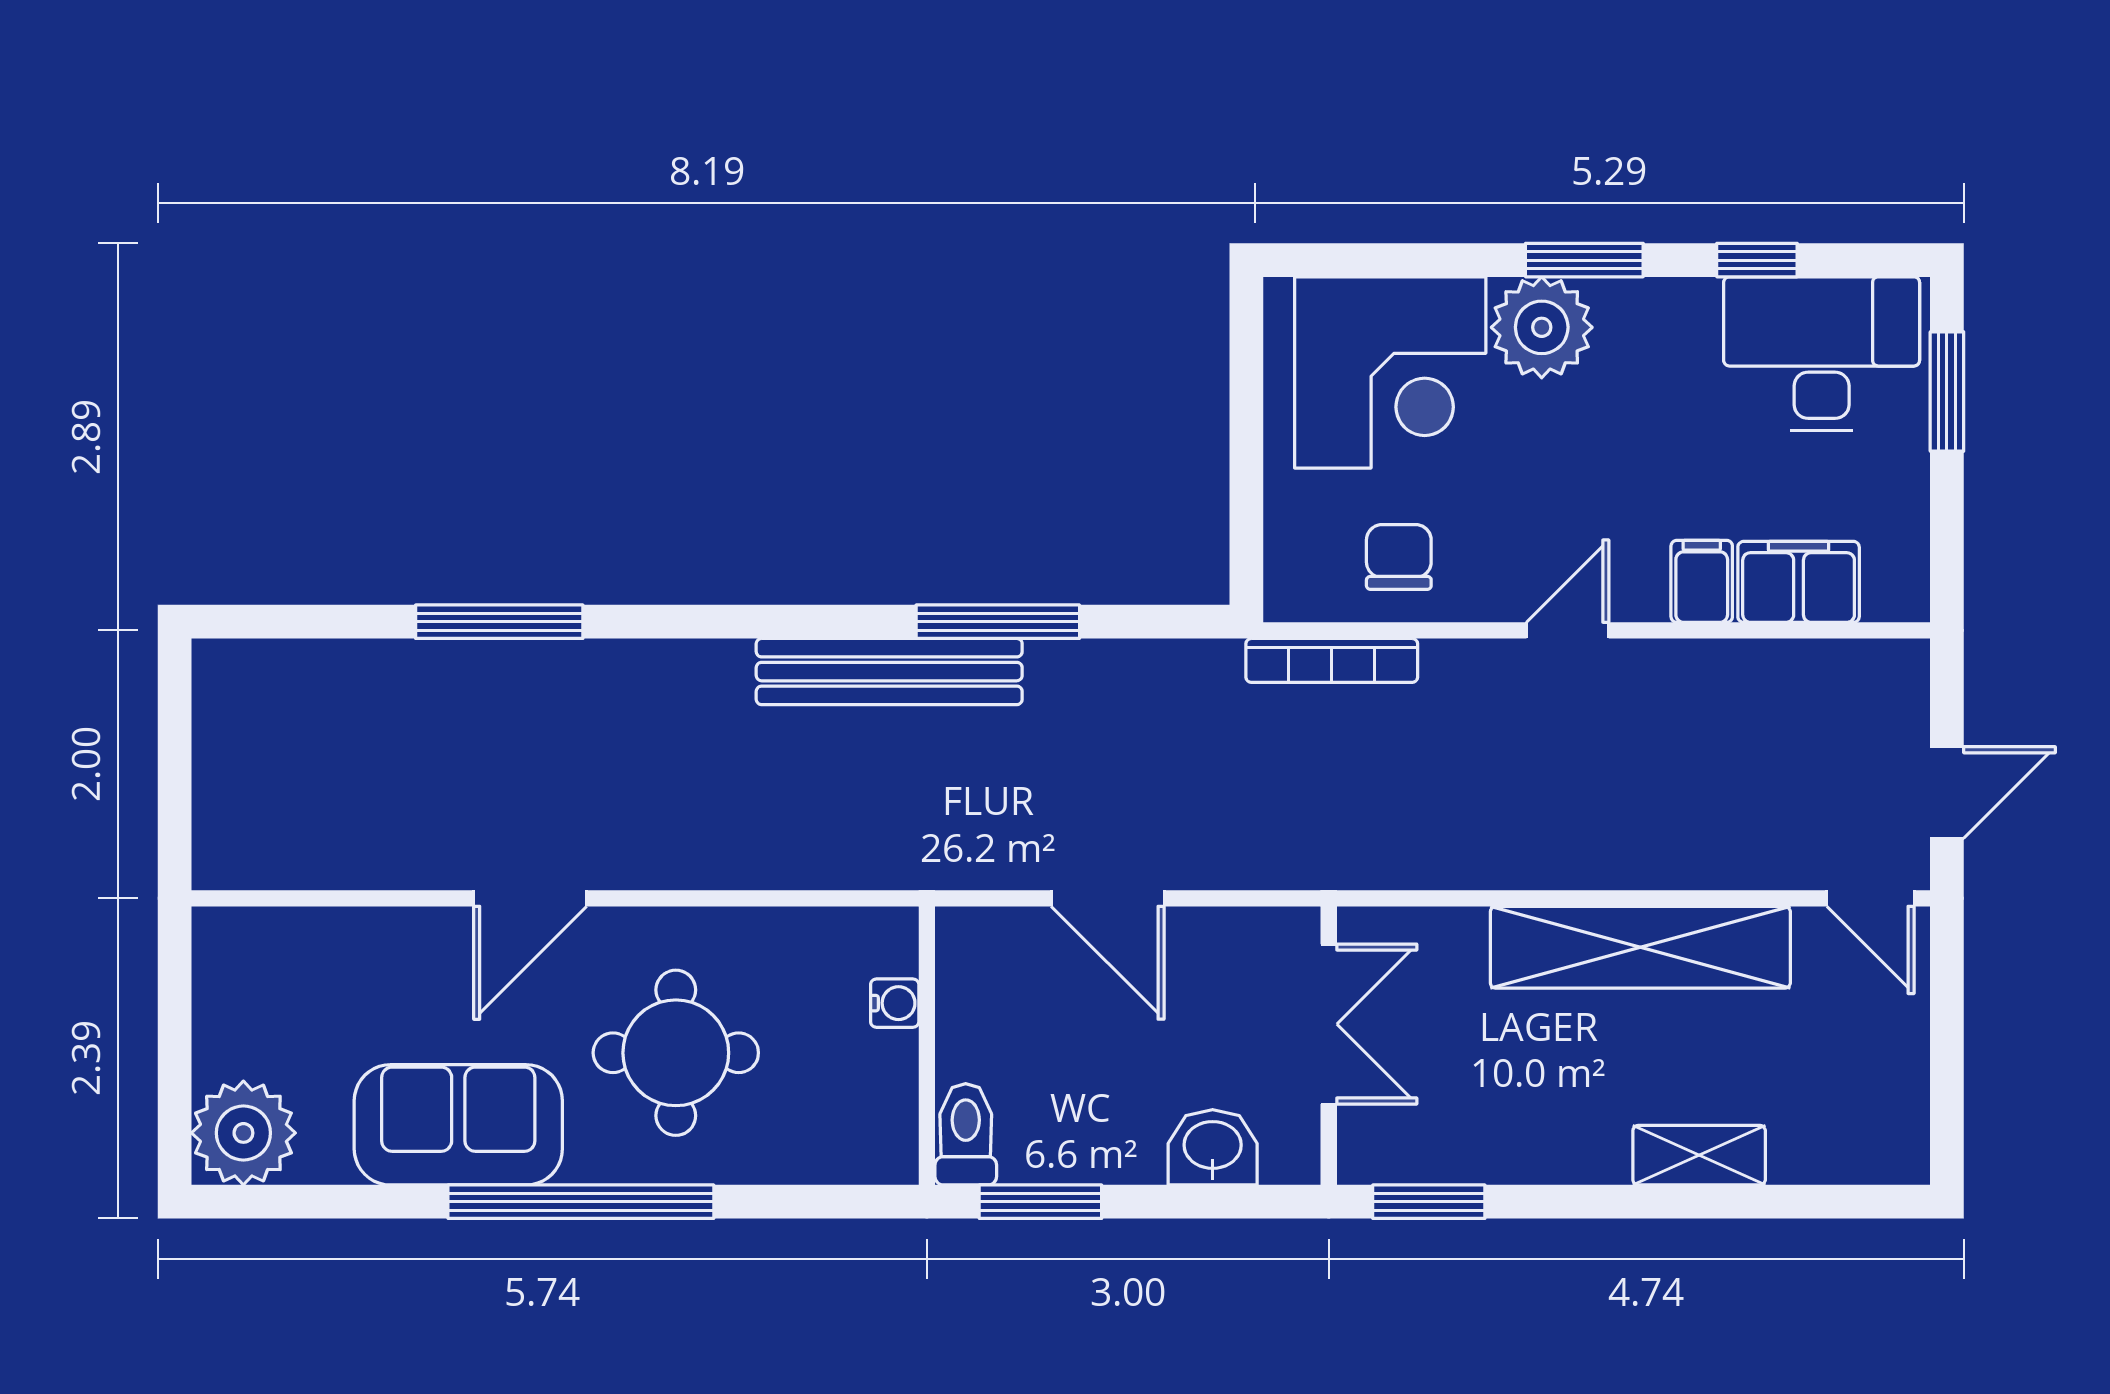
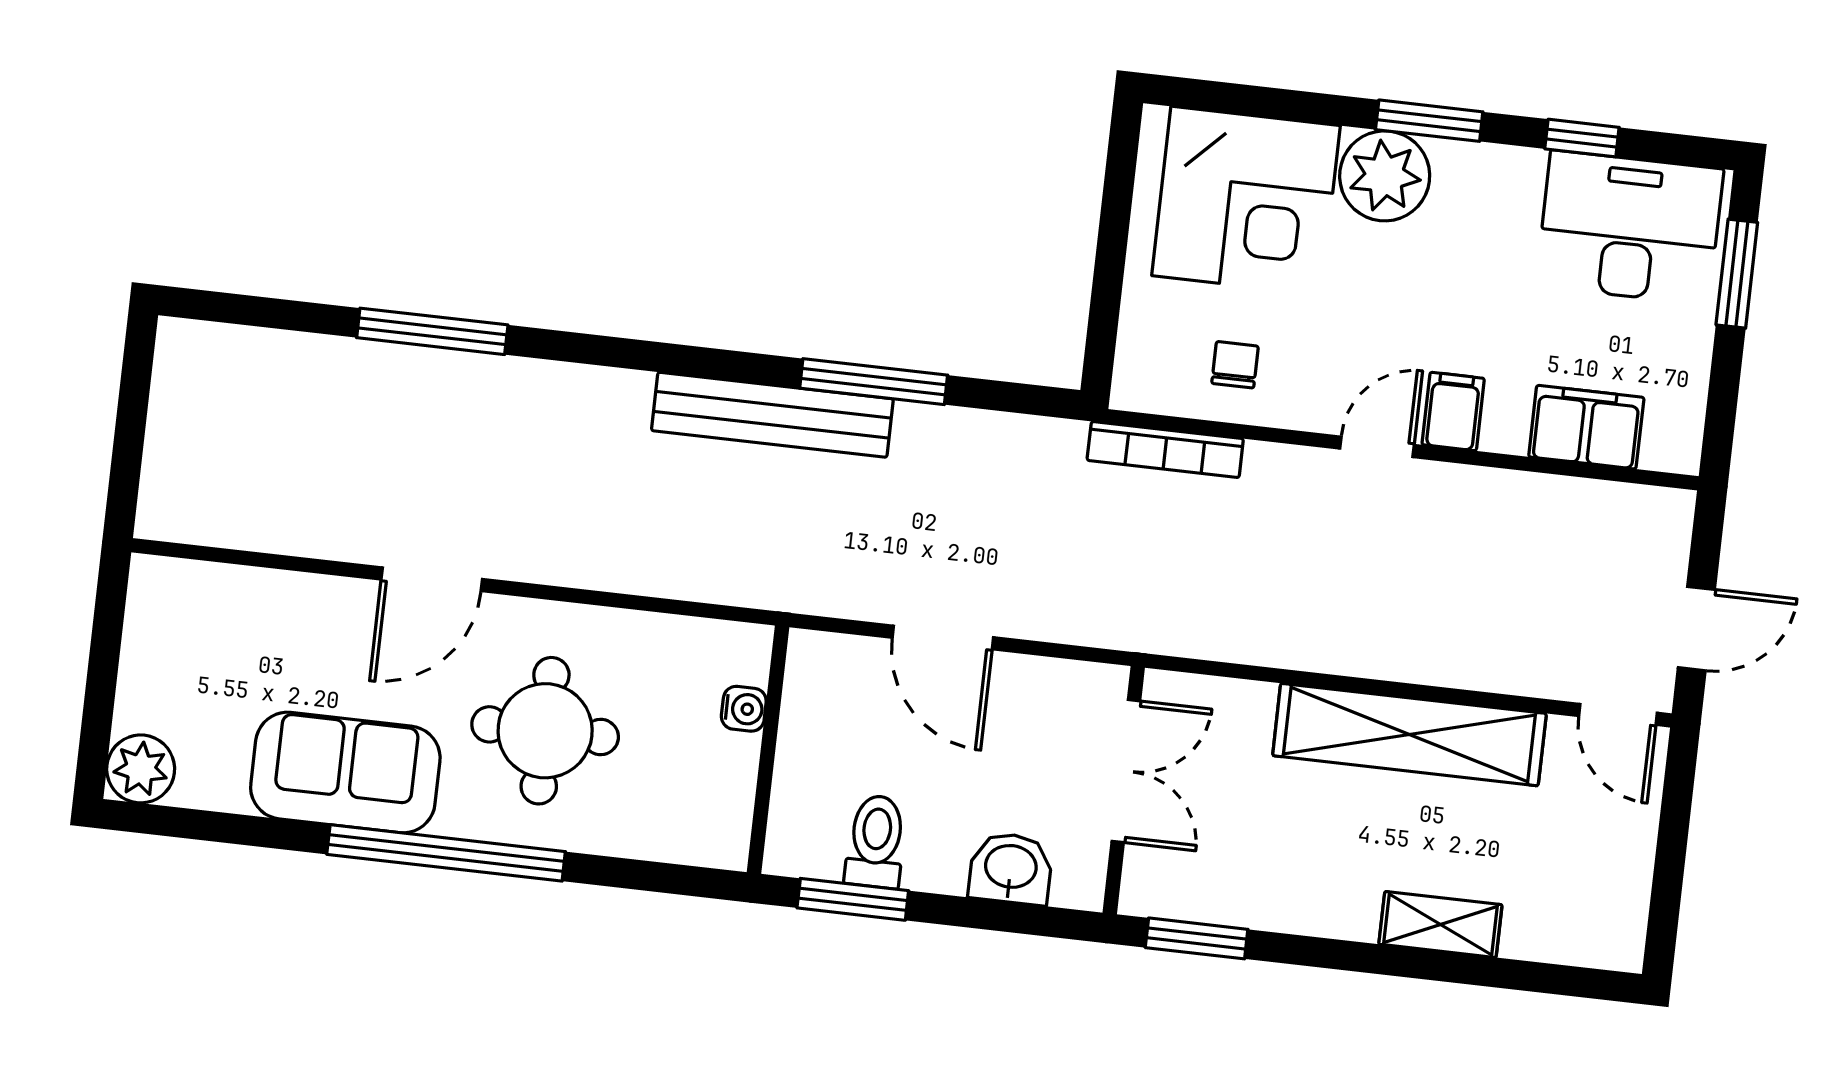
chair: (1399, 557) -> (1235, 365), width x0.73, depth x0.73
filing cabinet: (1702, 581) -> (1453, 411), moved
plant: (243, 1133) -> (141, 769), width x0.73, depth x0.73
toilet: (966, 1134) -> (876, 841), moved

